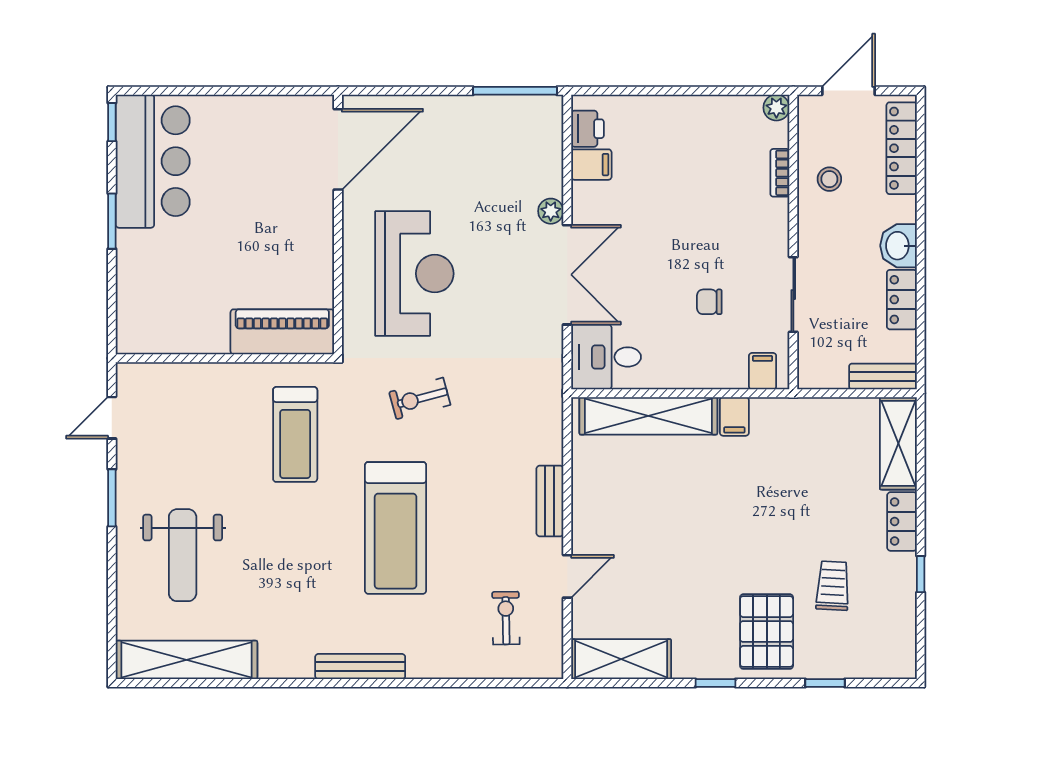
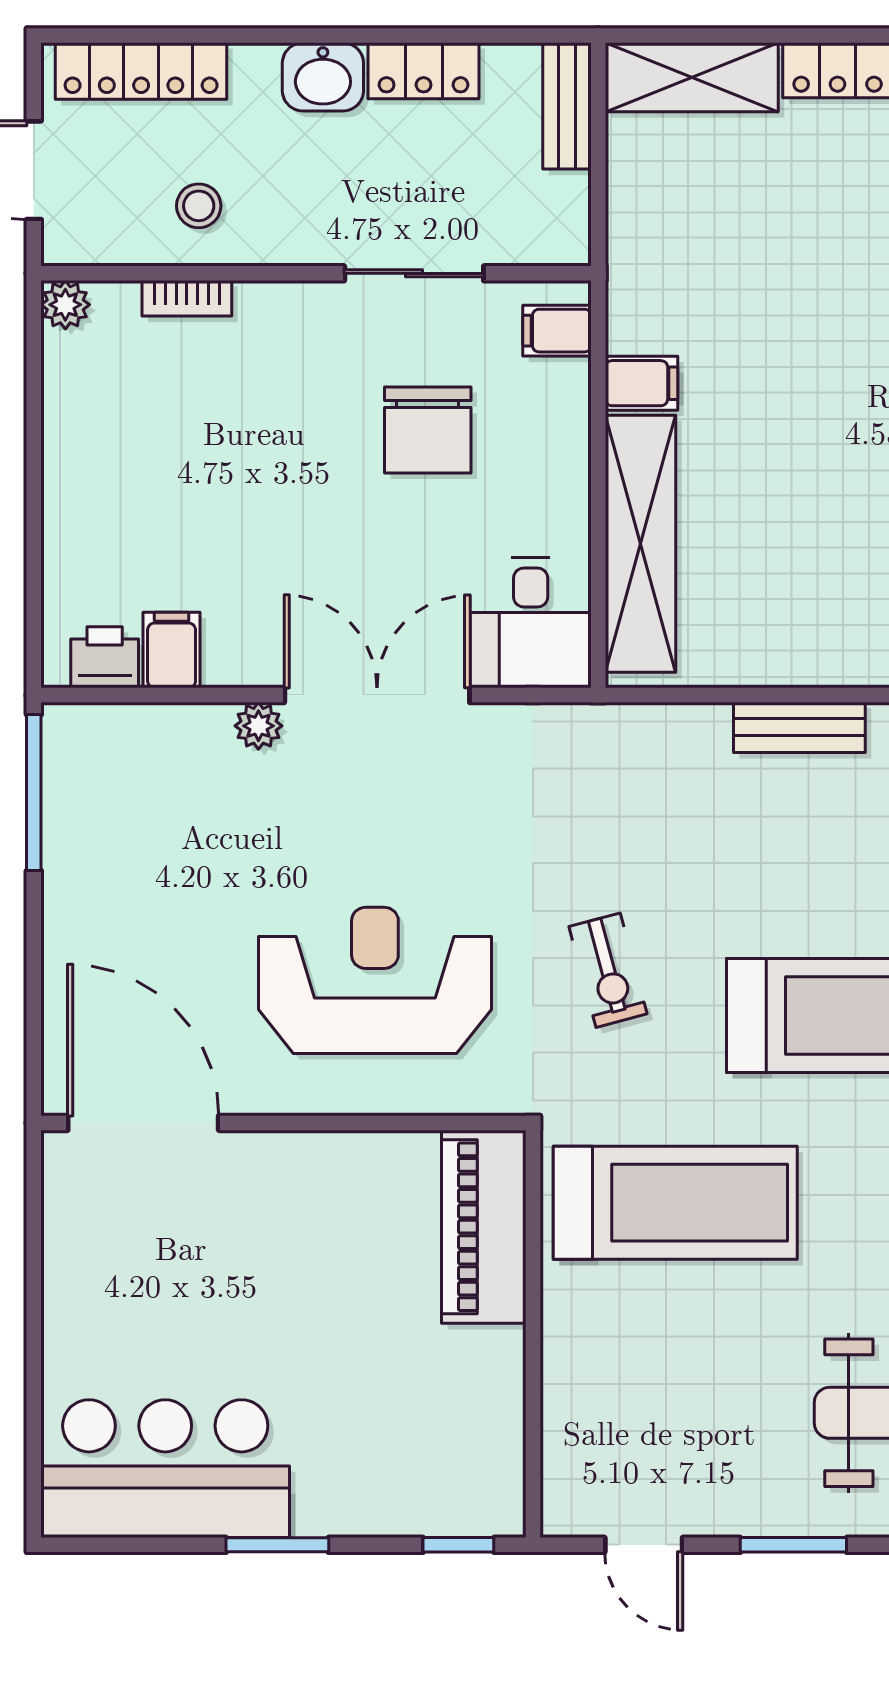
window: (112, 122) -> (458, 1545), moved
chair: (709, 302) -> (428, 430), width x1.87, depth x1.87
treadmill: (295, 434) -> (675, 1203), width x1.37, depth x1.38

